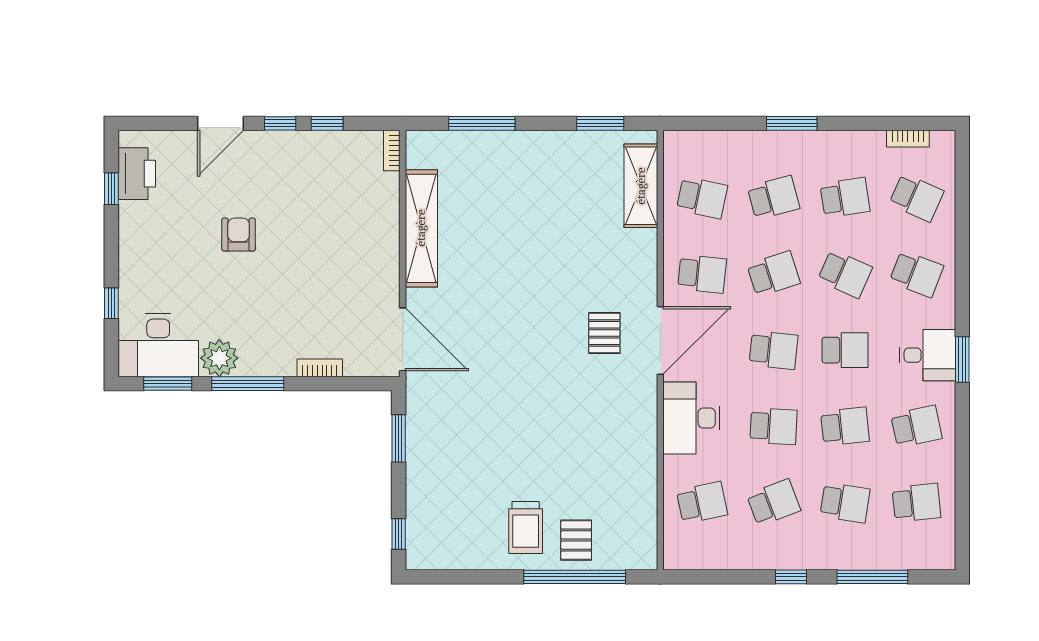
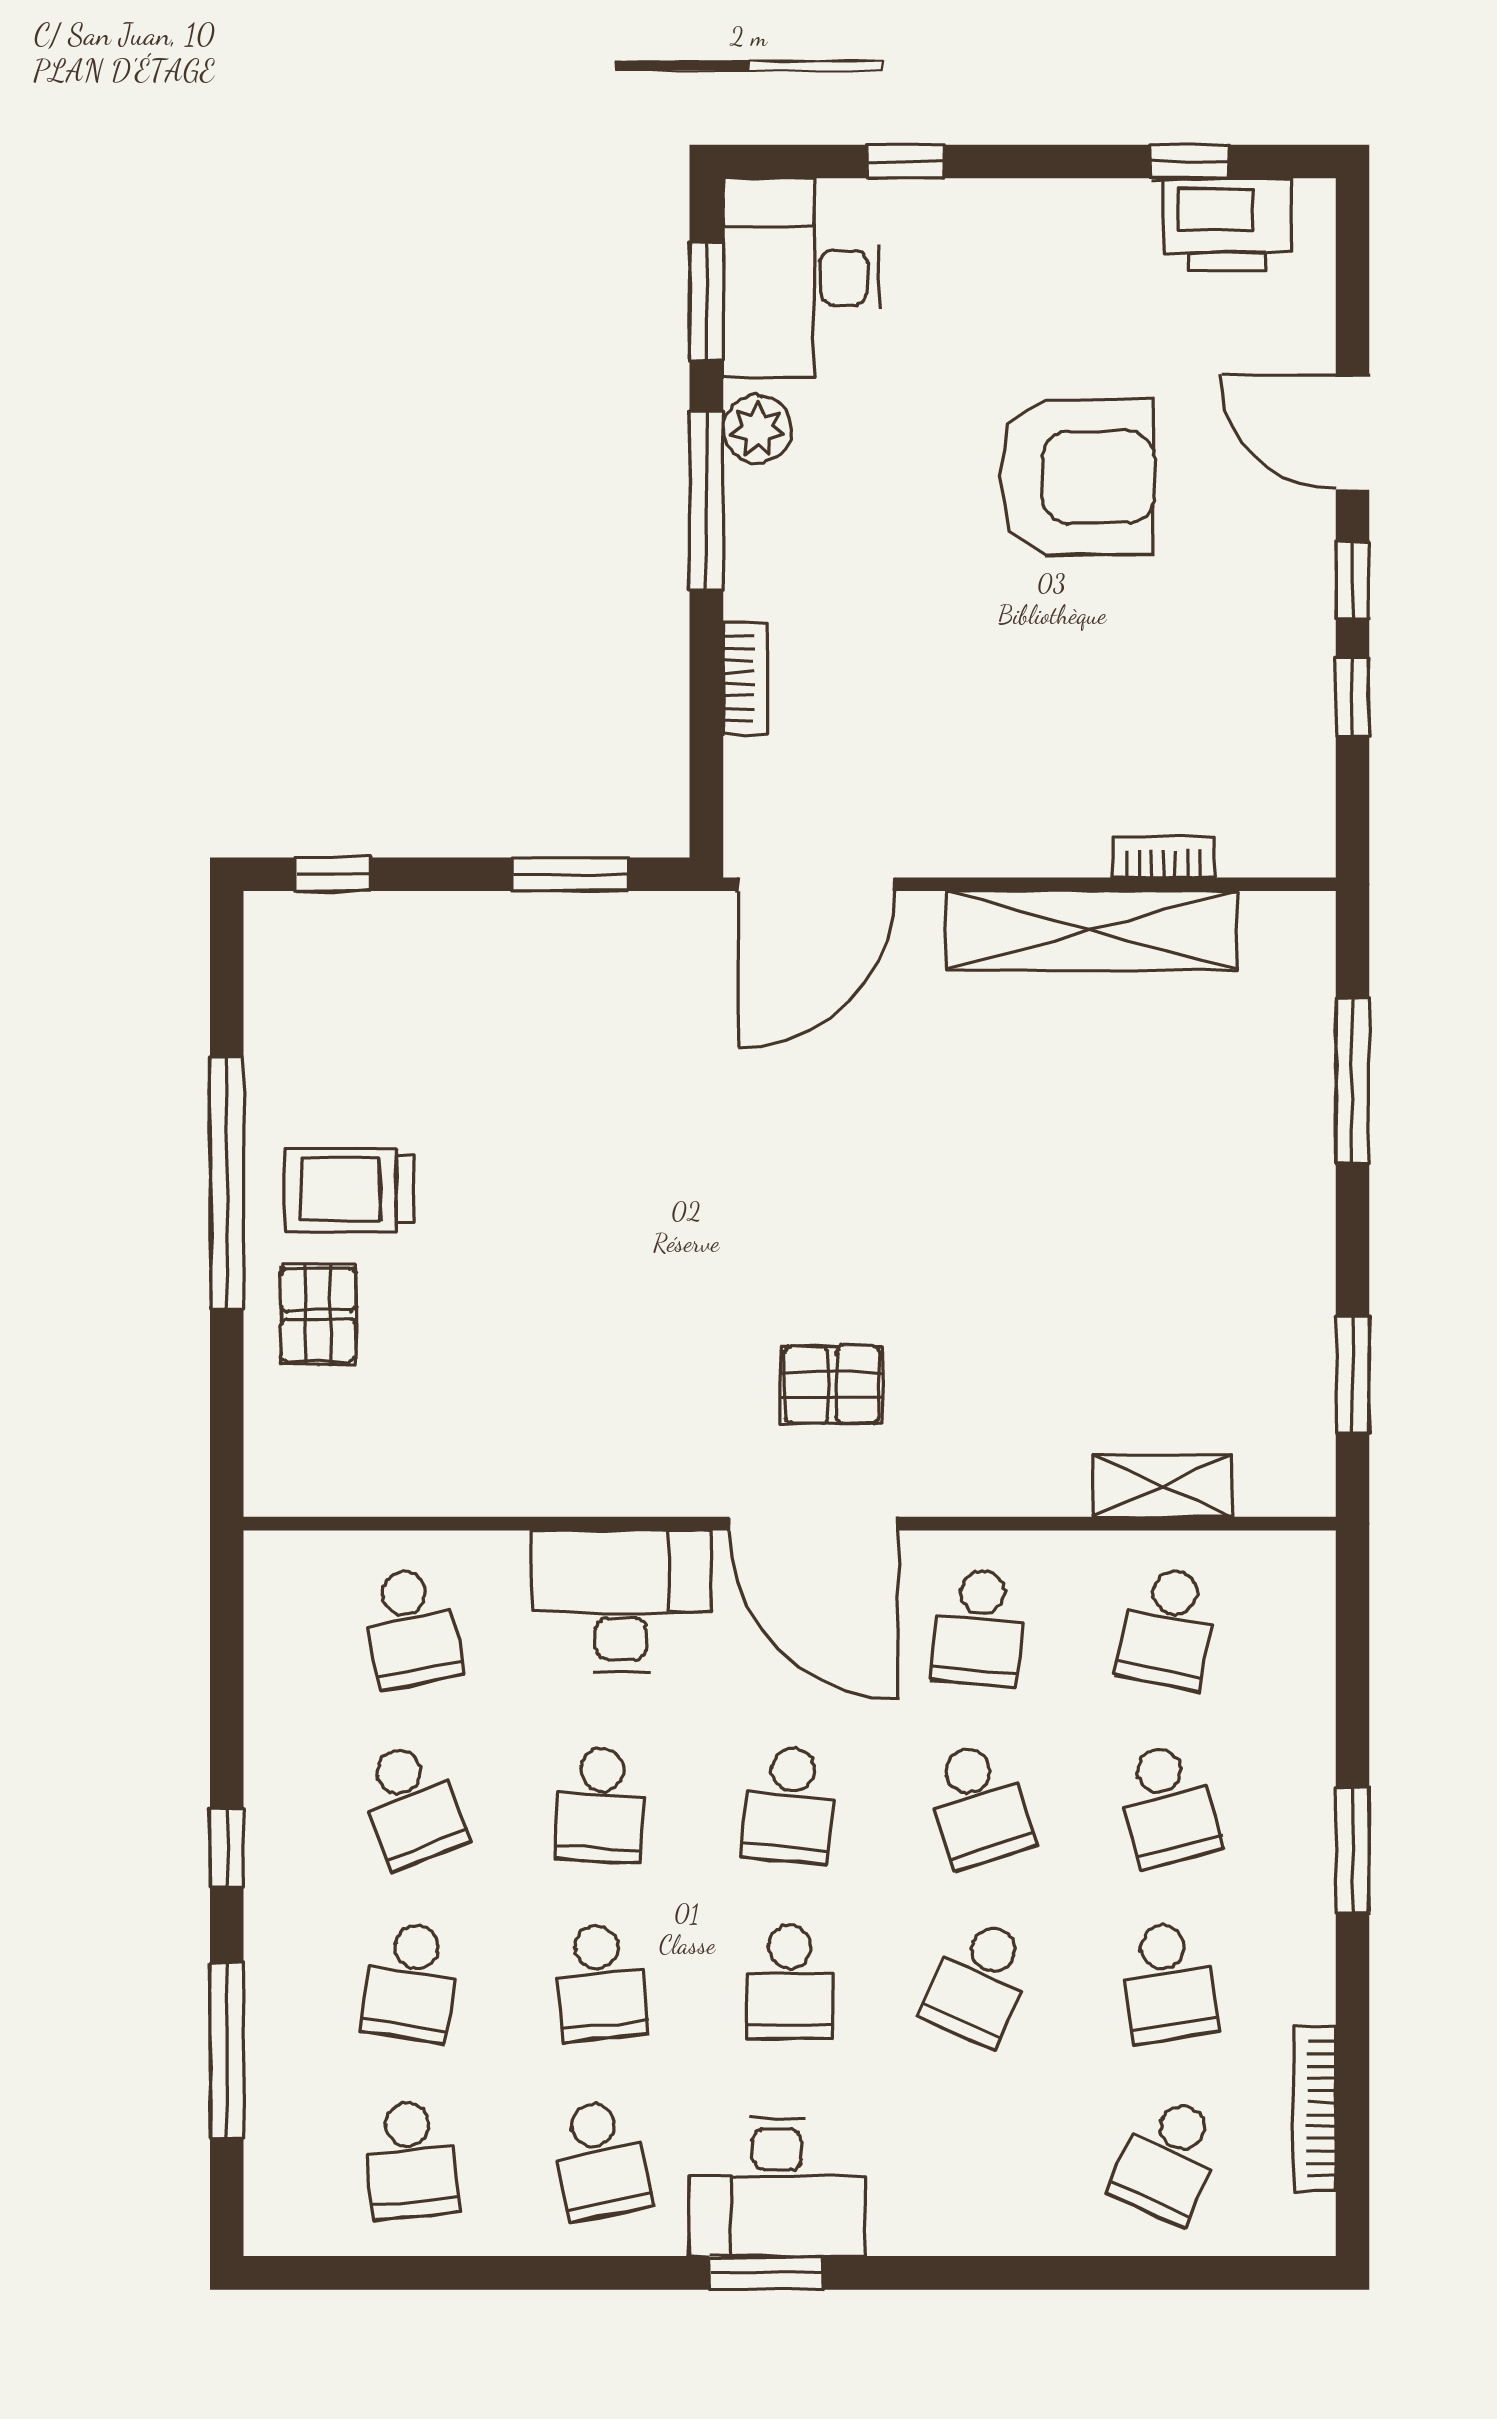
bookcase: (908, 139) -> (1315, 2108), width x1.56
bookcase: (392, 150) -> (1164, 857), moved
shelving: (641, 186) -> (1163, 1486), width x0.67, depth x0.75
armchair: (239, 235) -> (1076, 477), width x1.88, depth x1.88
school desk: (916, 274) -> (979, 2159), removed
desk: (928, 355) -> (777, 2187), width x1.37
plant: (219, 358) -> (757, 429), width x0.73, depth x0.73
pallet: (576, 540) -> (318, 1315), turned 90
window: (575, 577) -> (227, 1183), moved

